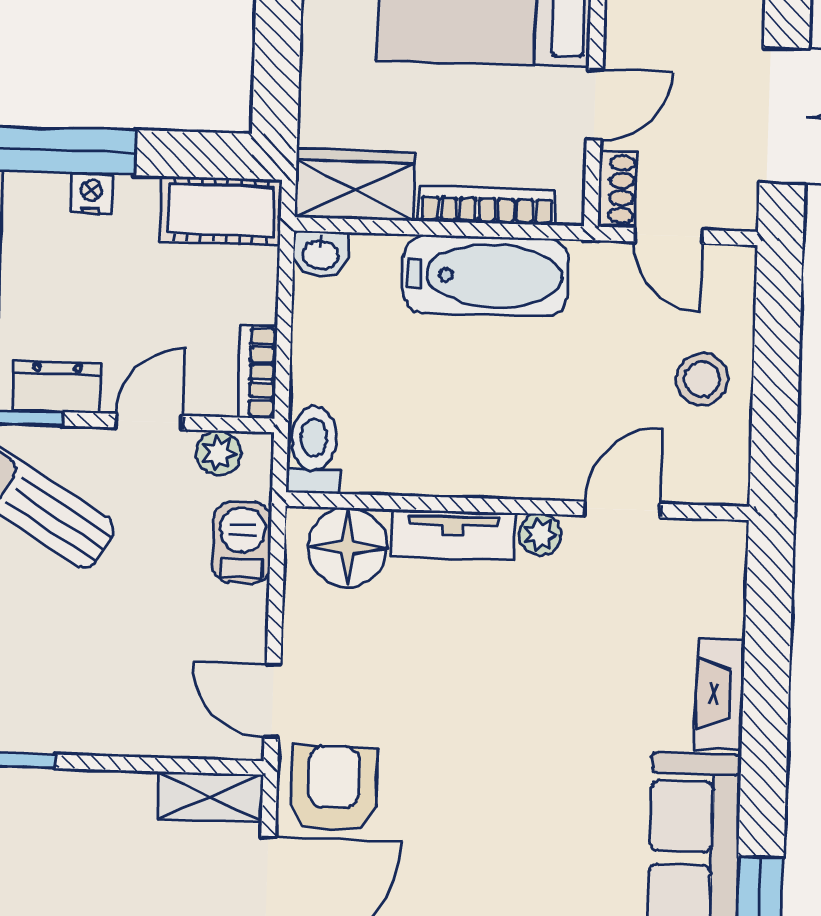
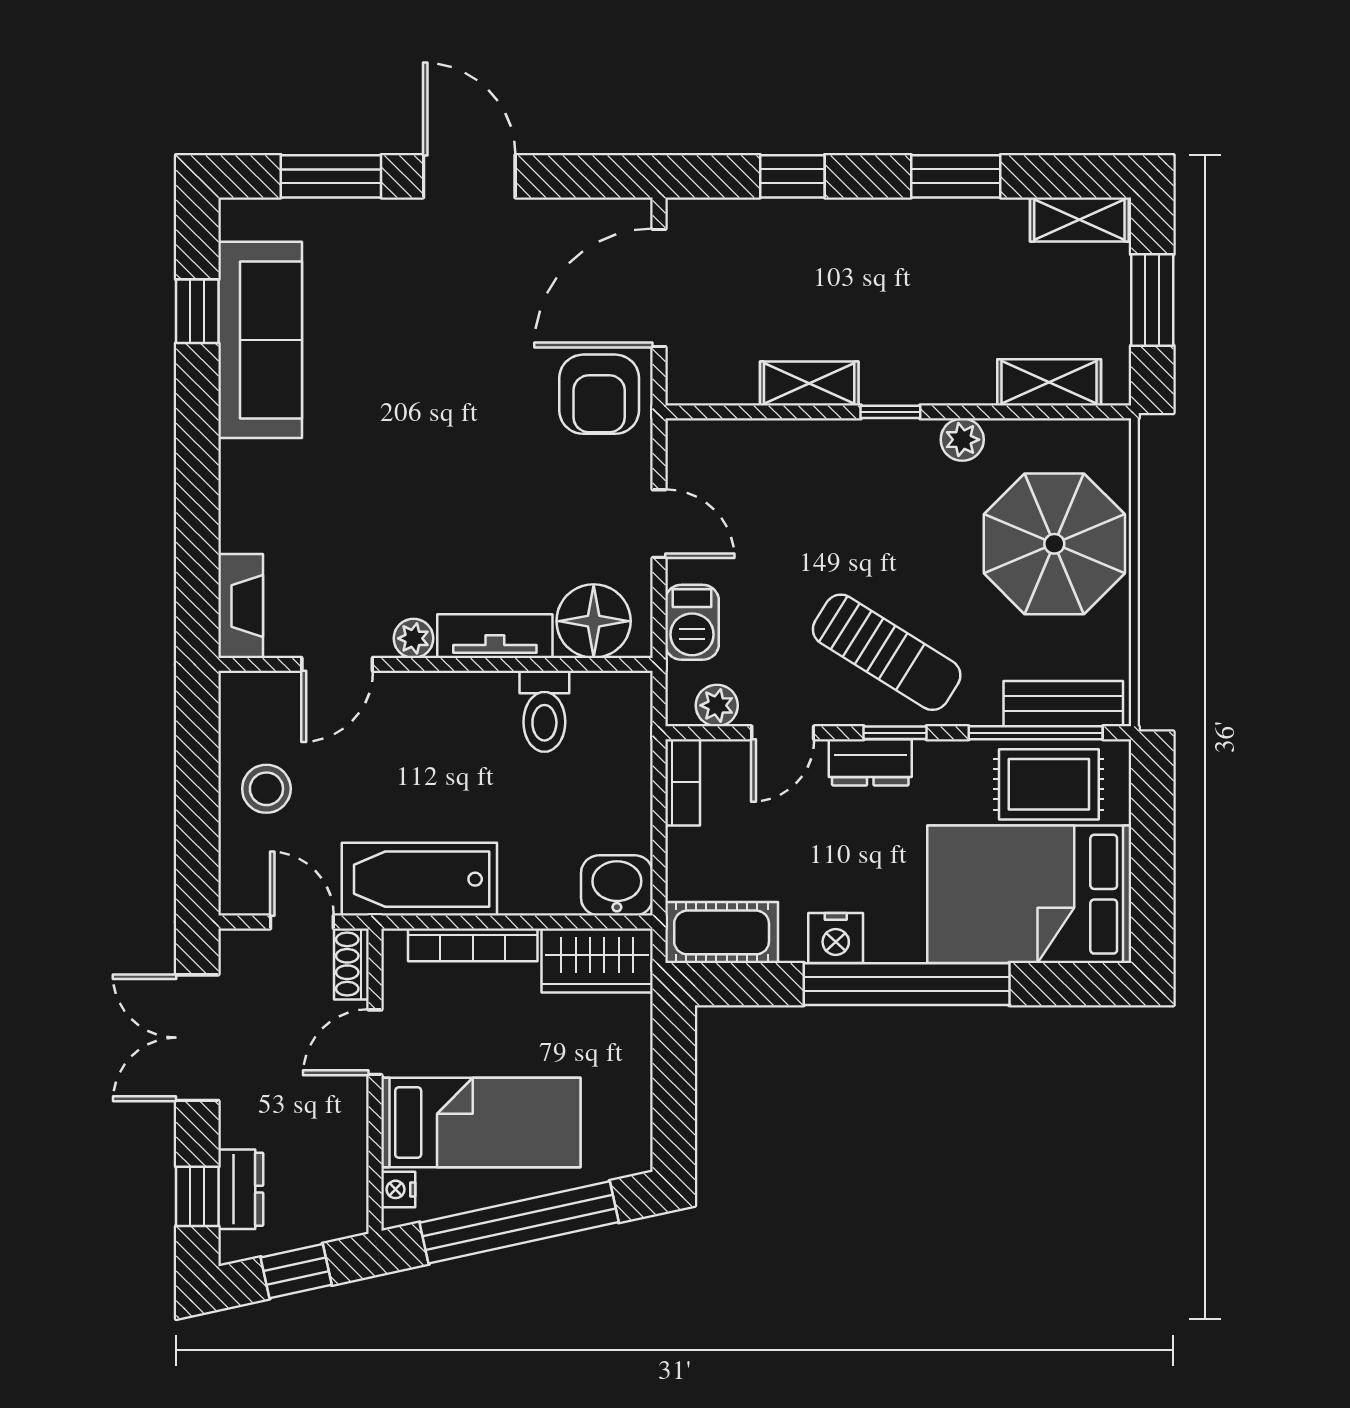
nightstand: (92, 194) -> (836, 938), width x1.39, depth x1.35
washbasin: (321, 254) -> (617, 885), width x1.38, depth x1.45
bathtub: (486, 276) -> (419, 879), moved
toilet: (314, 450) -> (544, 711), moved
fireplace: (720, 694) -> (241, 606), moved
door: (272, 701) -> (659, 524), moved
shelving: (210, 797) -> (809, 383), moved

